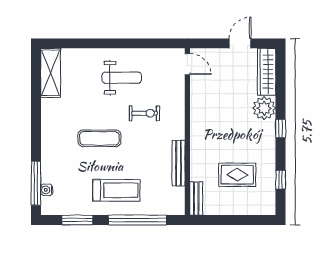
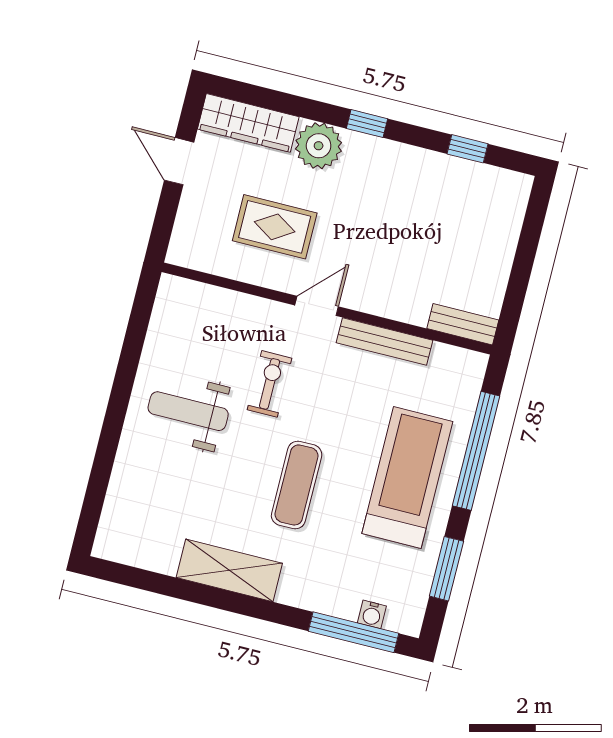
door: (187, 64) -> (317, 306), moved
shelving: (51, 73) -> (229, 570), moved
weight bench: (122, 78) -> (188, 411), turned -90
rug: (237, 175) -> (275, 227), moved, turned 90
treadmill: (116, 190) -> (407, 477), width x1.37, depth x1.38

